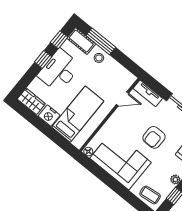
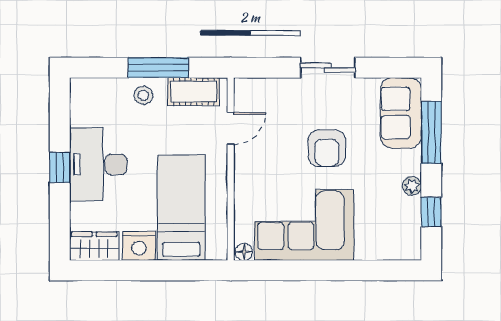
window: (59, 40) -> (60, 117), removed
cot: (81, 41) -> (194, 92), moved
window: (101, 41) -> (158, 68), moved
tv unit: (148, 93) -> (262, 89), removed
coffee table: (150, 195) -> (393, 241), removed

